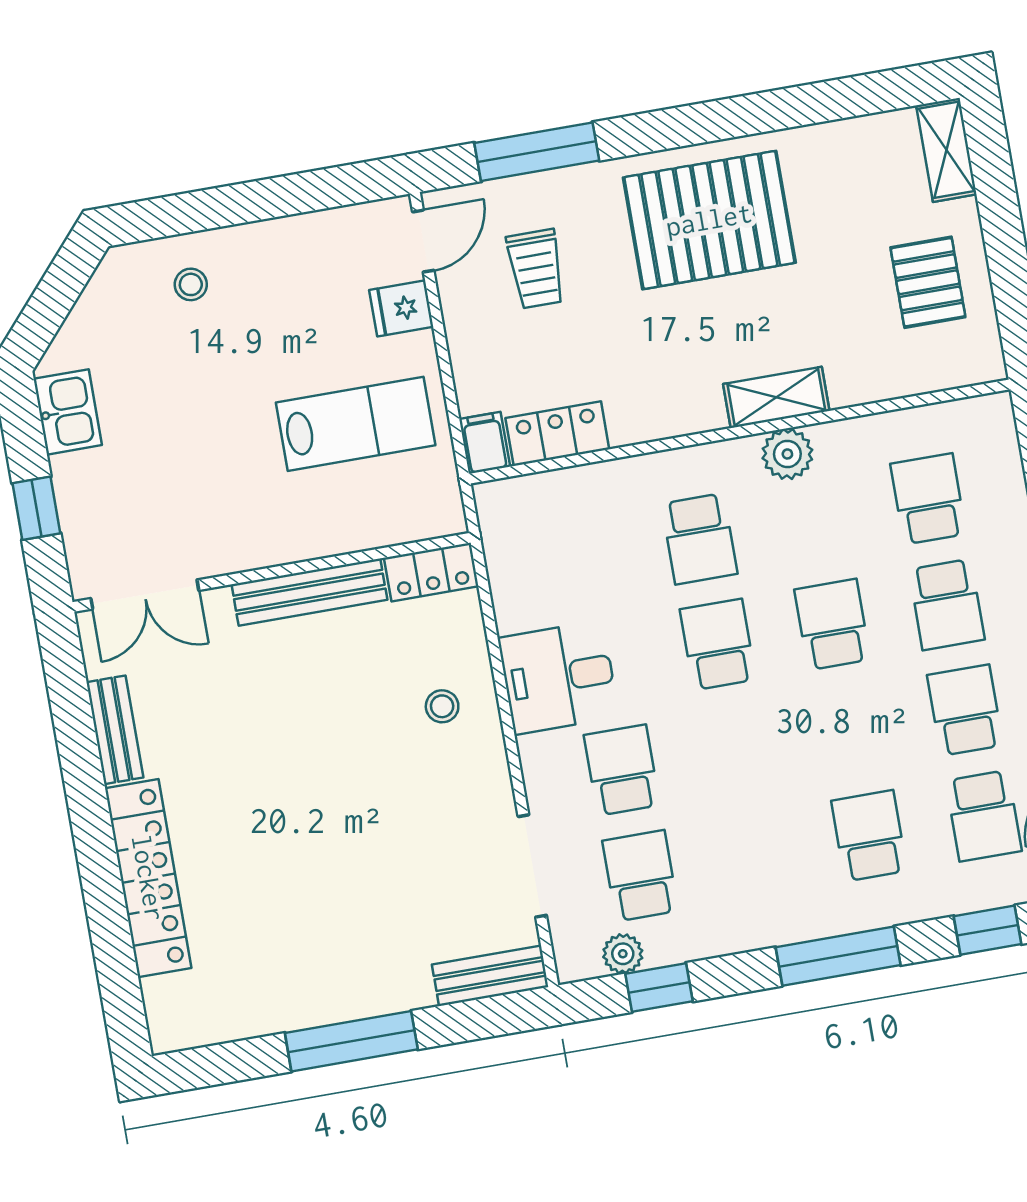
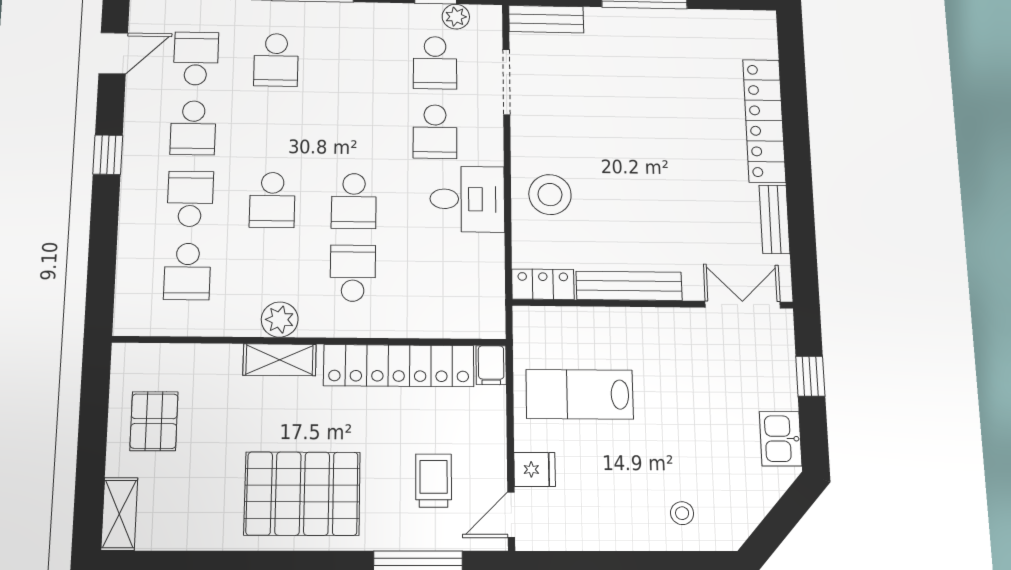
locker: (557, 434) -> (399, 366), width x2.16, depth x1.21
stool: (442, 706) -> (550, 195), width x1.89, depth x1.89

